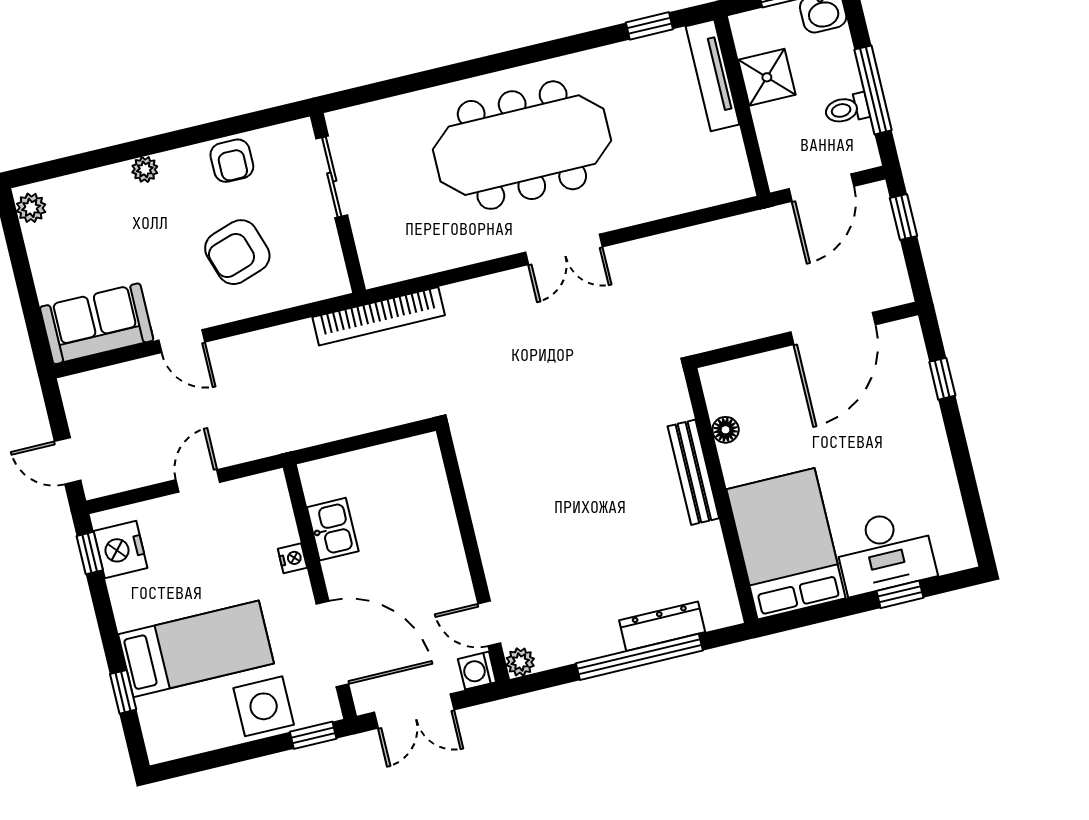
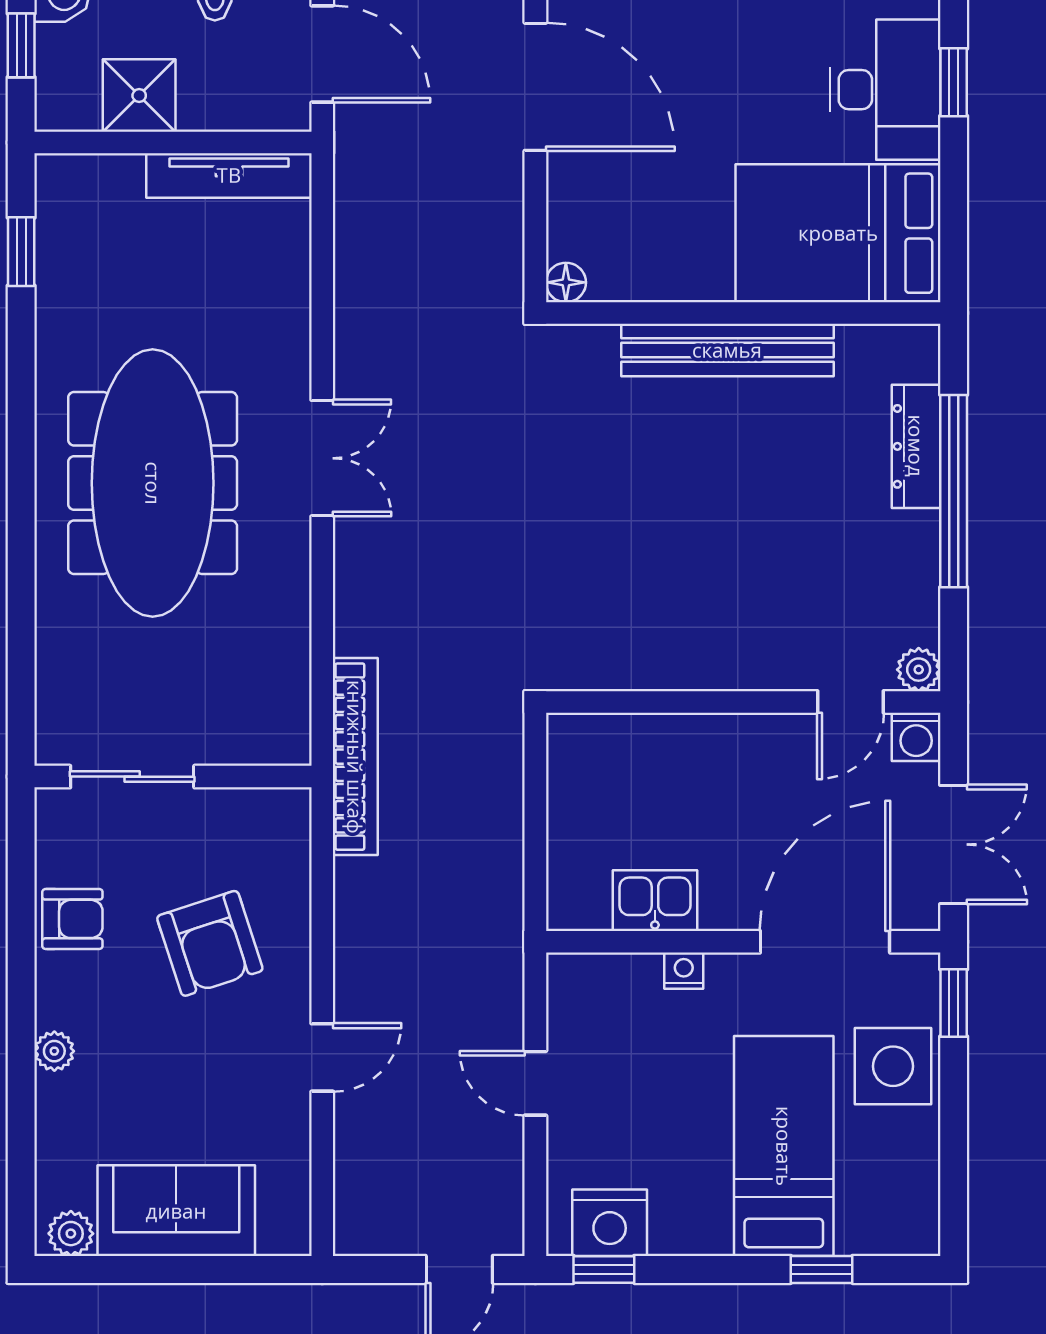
tv unit: (713, 75) -> (229, 175), moved
sofa: (97, 324) -> (176, 1211), moved, turned 90
floor lamp: (726, 430) -> (566, 282), moved
bench: (693, 472) -> (727, 350), width x1.37, depth x1.21

